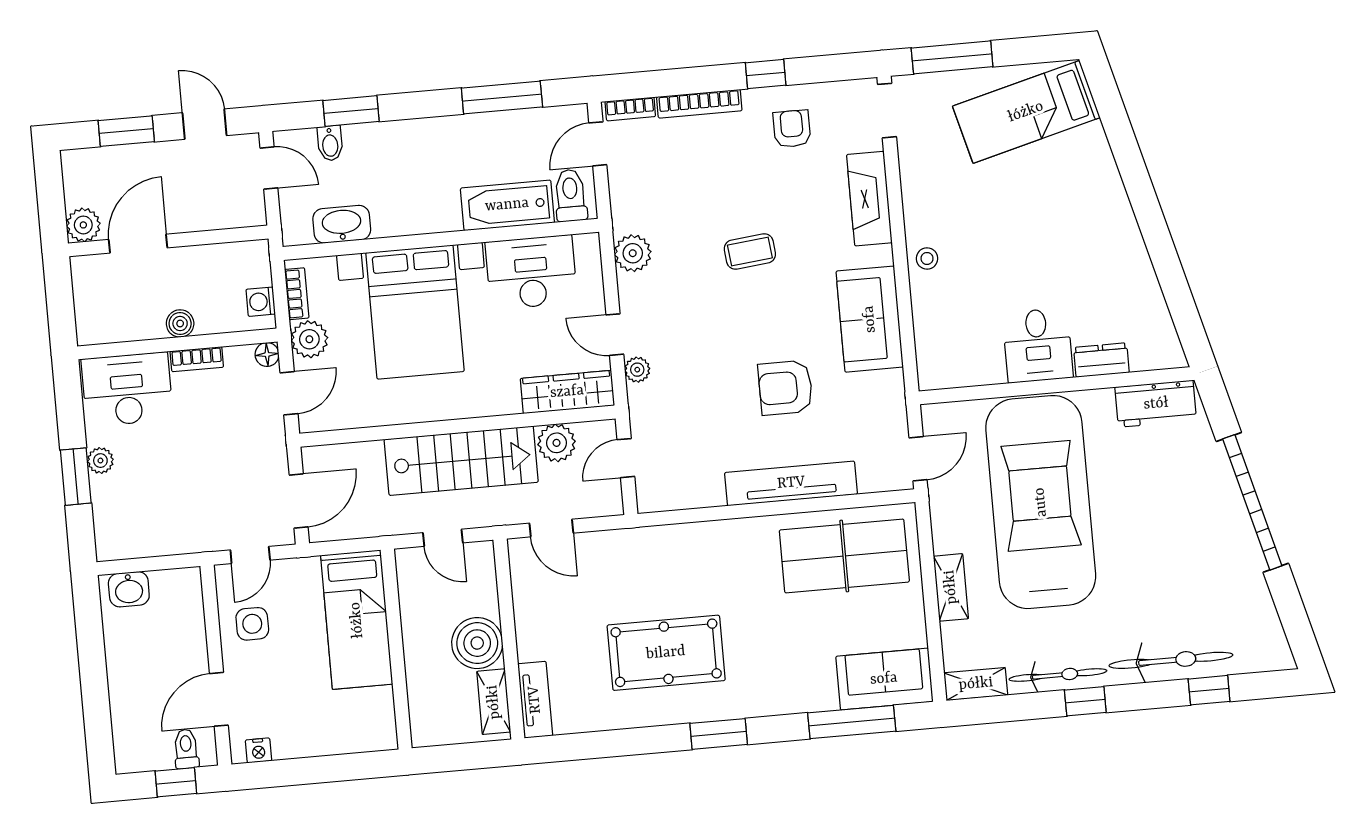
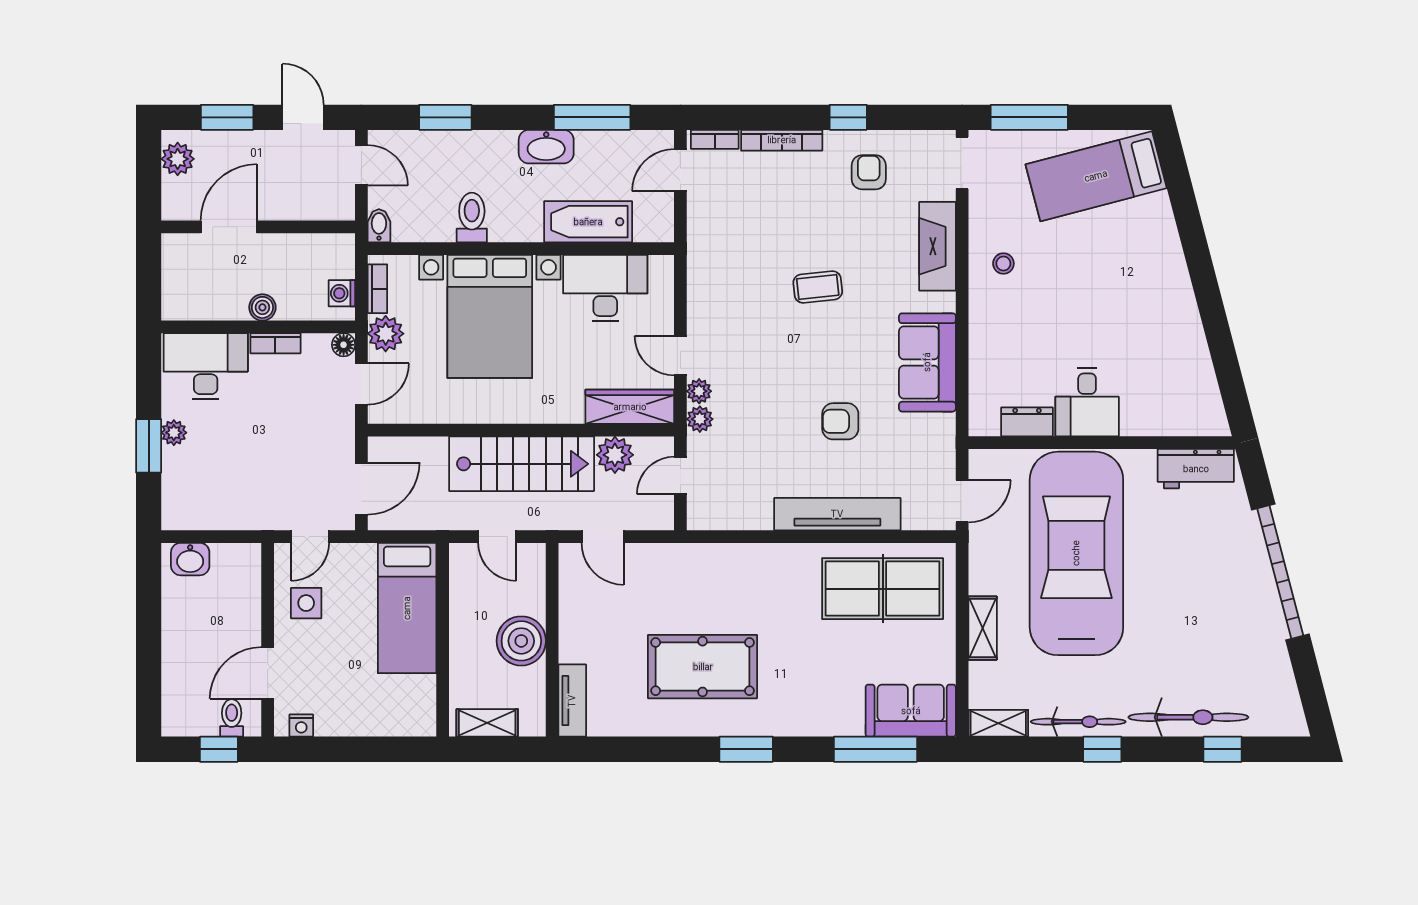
bidet: (330, 143) -> (379, 226), moved, turned 180
toilet: (570, 195) -> (472, 218), moved
washbasin: (342, 224) -> (546, 147), moved, turned 180
plant: (83, 225) -> (178, 159), moved
plant: (633, 253) -> (700, 419), moved, width x0.73, depth x0.73
stool: (927, 258) -> (1003, 264), moved
dresser: (1101, 360) -> (1027, 422), moved
armchair: (785, 388) -> (840, 421), width x0.72, depth x0.72
shelving: (494, 702) -> (487, 723), moved, turned 90

